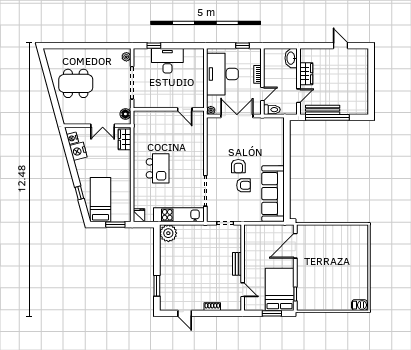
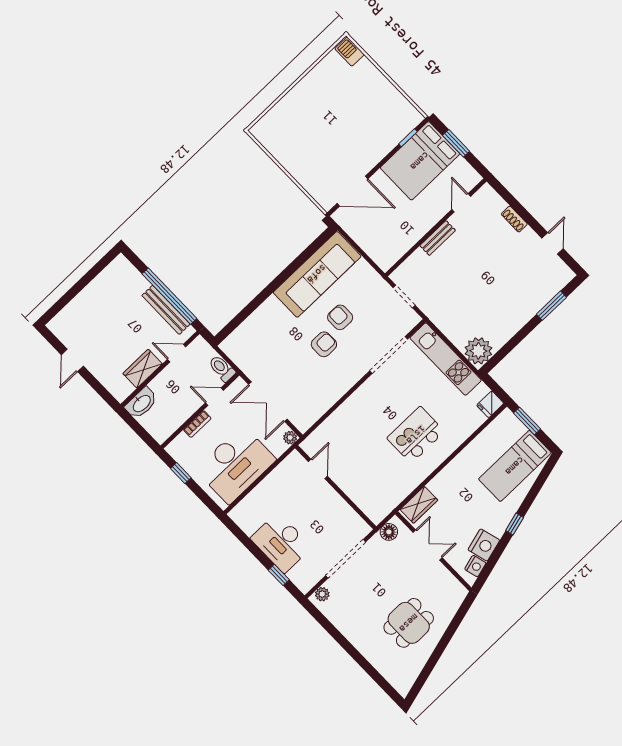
dining table: (76, 83) -> (409, 623), width x0.73
window: (79, 193) -> (515, 524), moved

